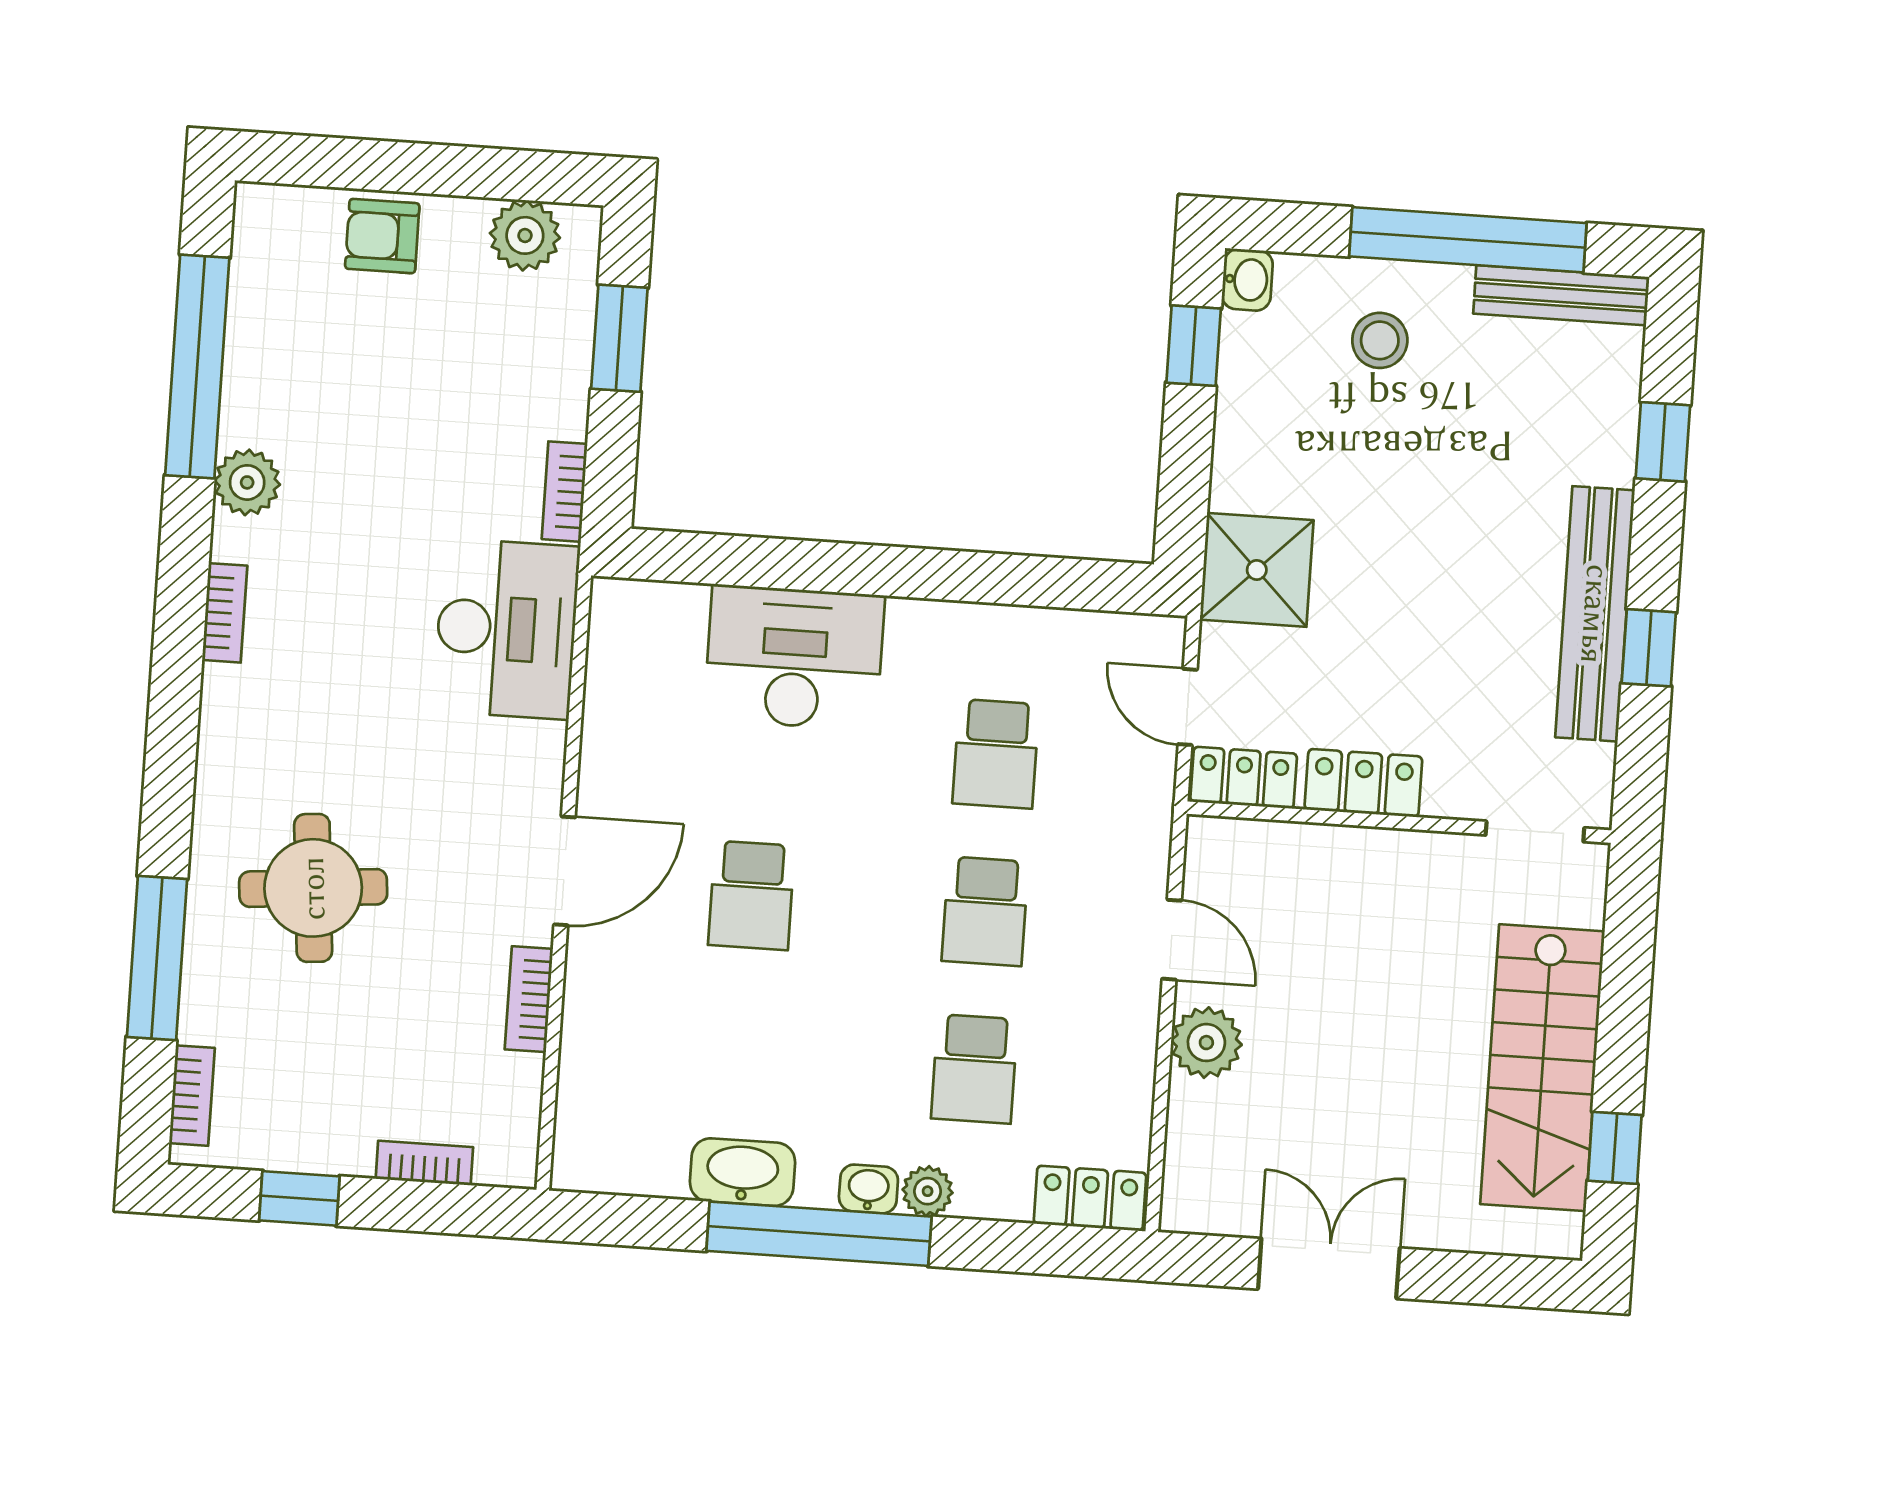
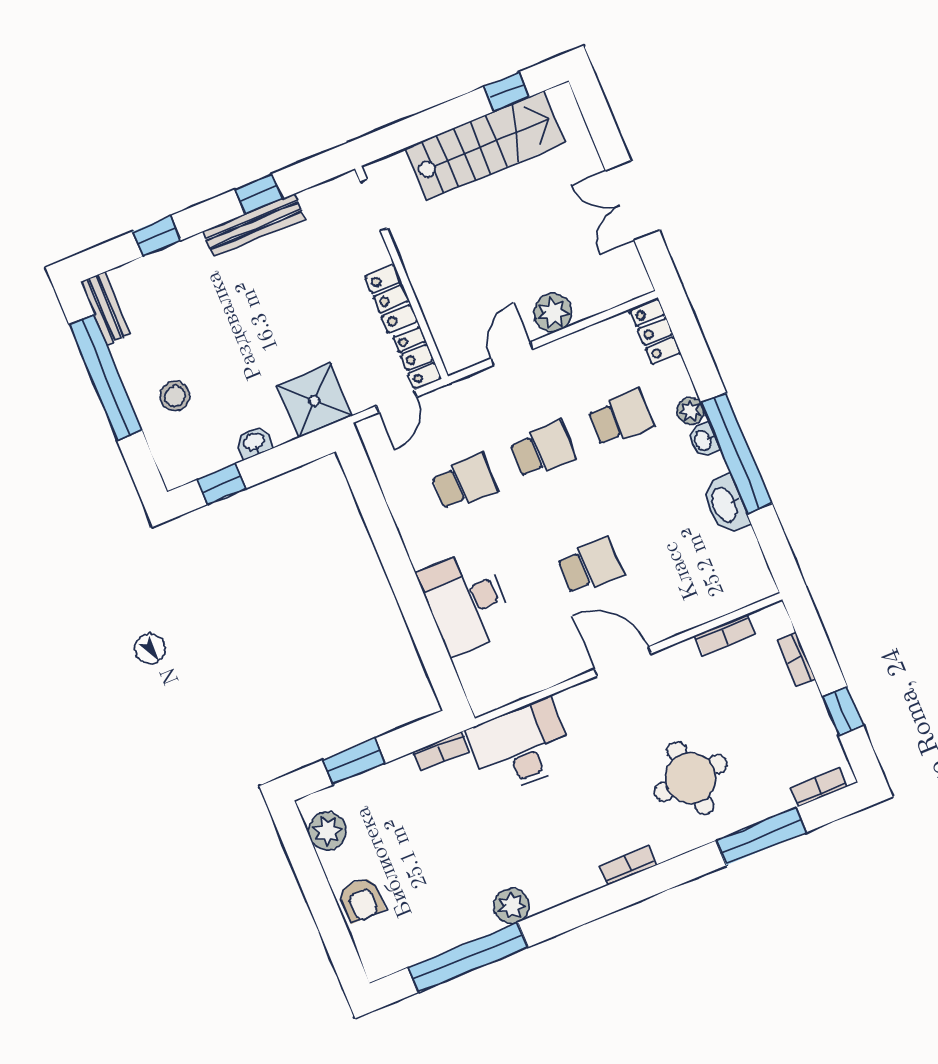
washbasin: (1247, 280) -> (254, 442), moved
bench: (1561, 295) -> (105, 308), width x0.73
bookcase: (225, 613) -> (628, 866), moved
bench: (1595, 614) -> (254, 225), width x0.73, depth x0.82
bookcase: (529, 999) -> (725, 635), moved

